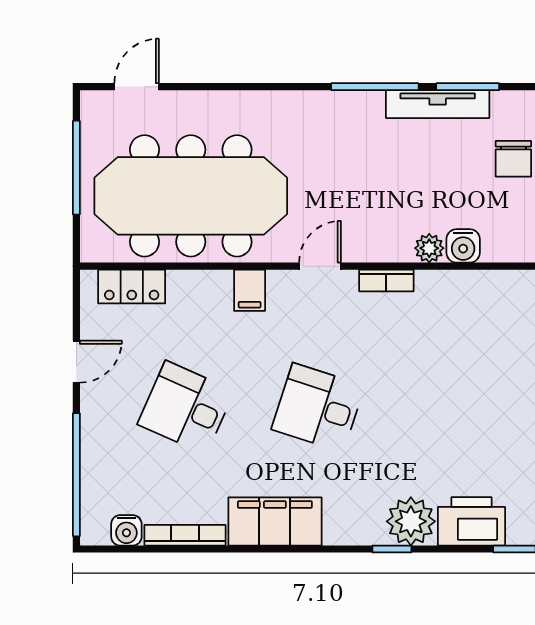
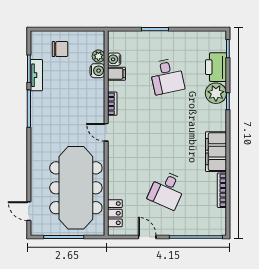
tv unit: (438, 104) -> (36, 75), width x0.71
plant: (429, 248) -> (98, 56), moved
filing cabinet: (250, 290) -> (116, 74), moved
desk: (318, 408) -> (167, 76), moved, turned -30
water cooler: (126, 530) -> (114, 59), moved, turned 180

